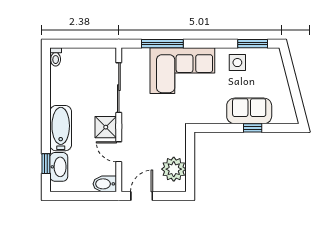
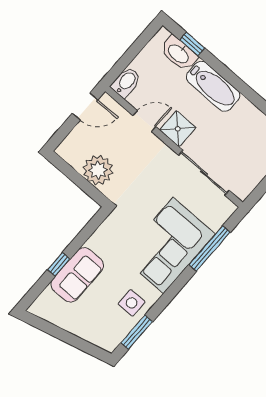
plant: (174, 169) -> (98, 170), moved
door: (142, 196) -> (85, 107), hinge flipped

